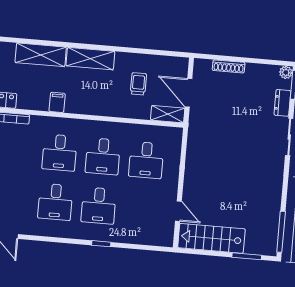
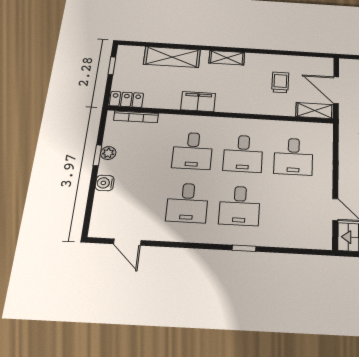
shelving: (90, 59) -> (227, 58), width x0.67, depth x0.75
filing cabinet: (57, 102) -> (198, 102), width x2.00

